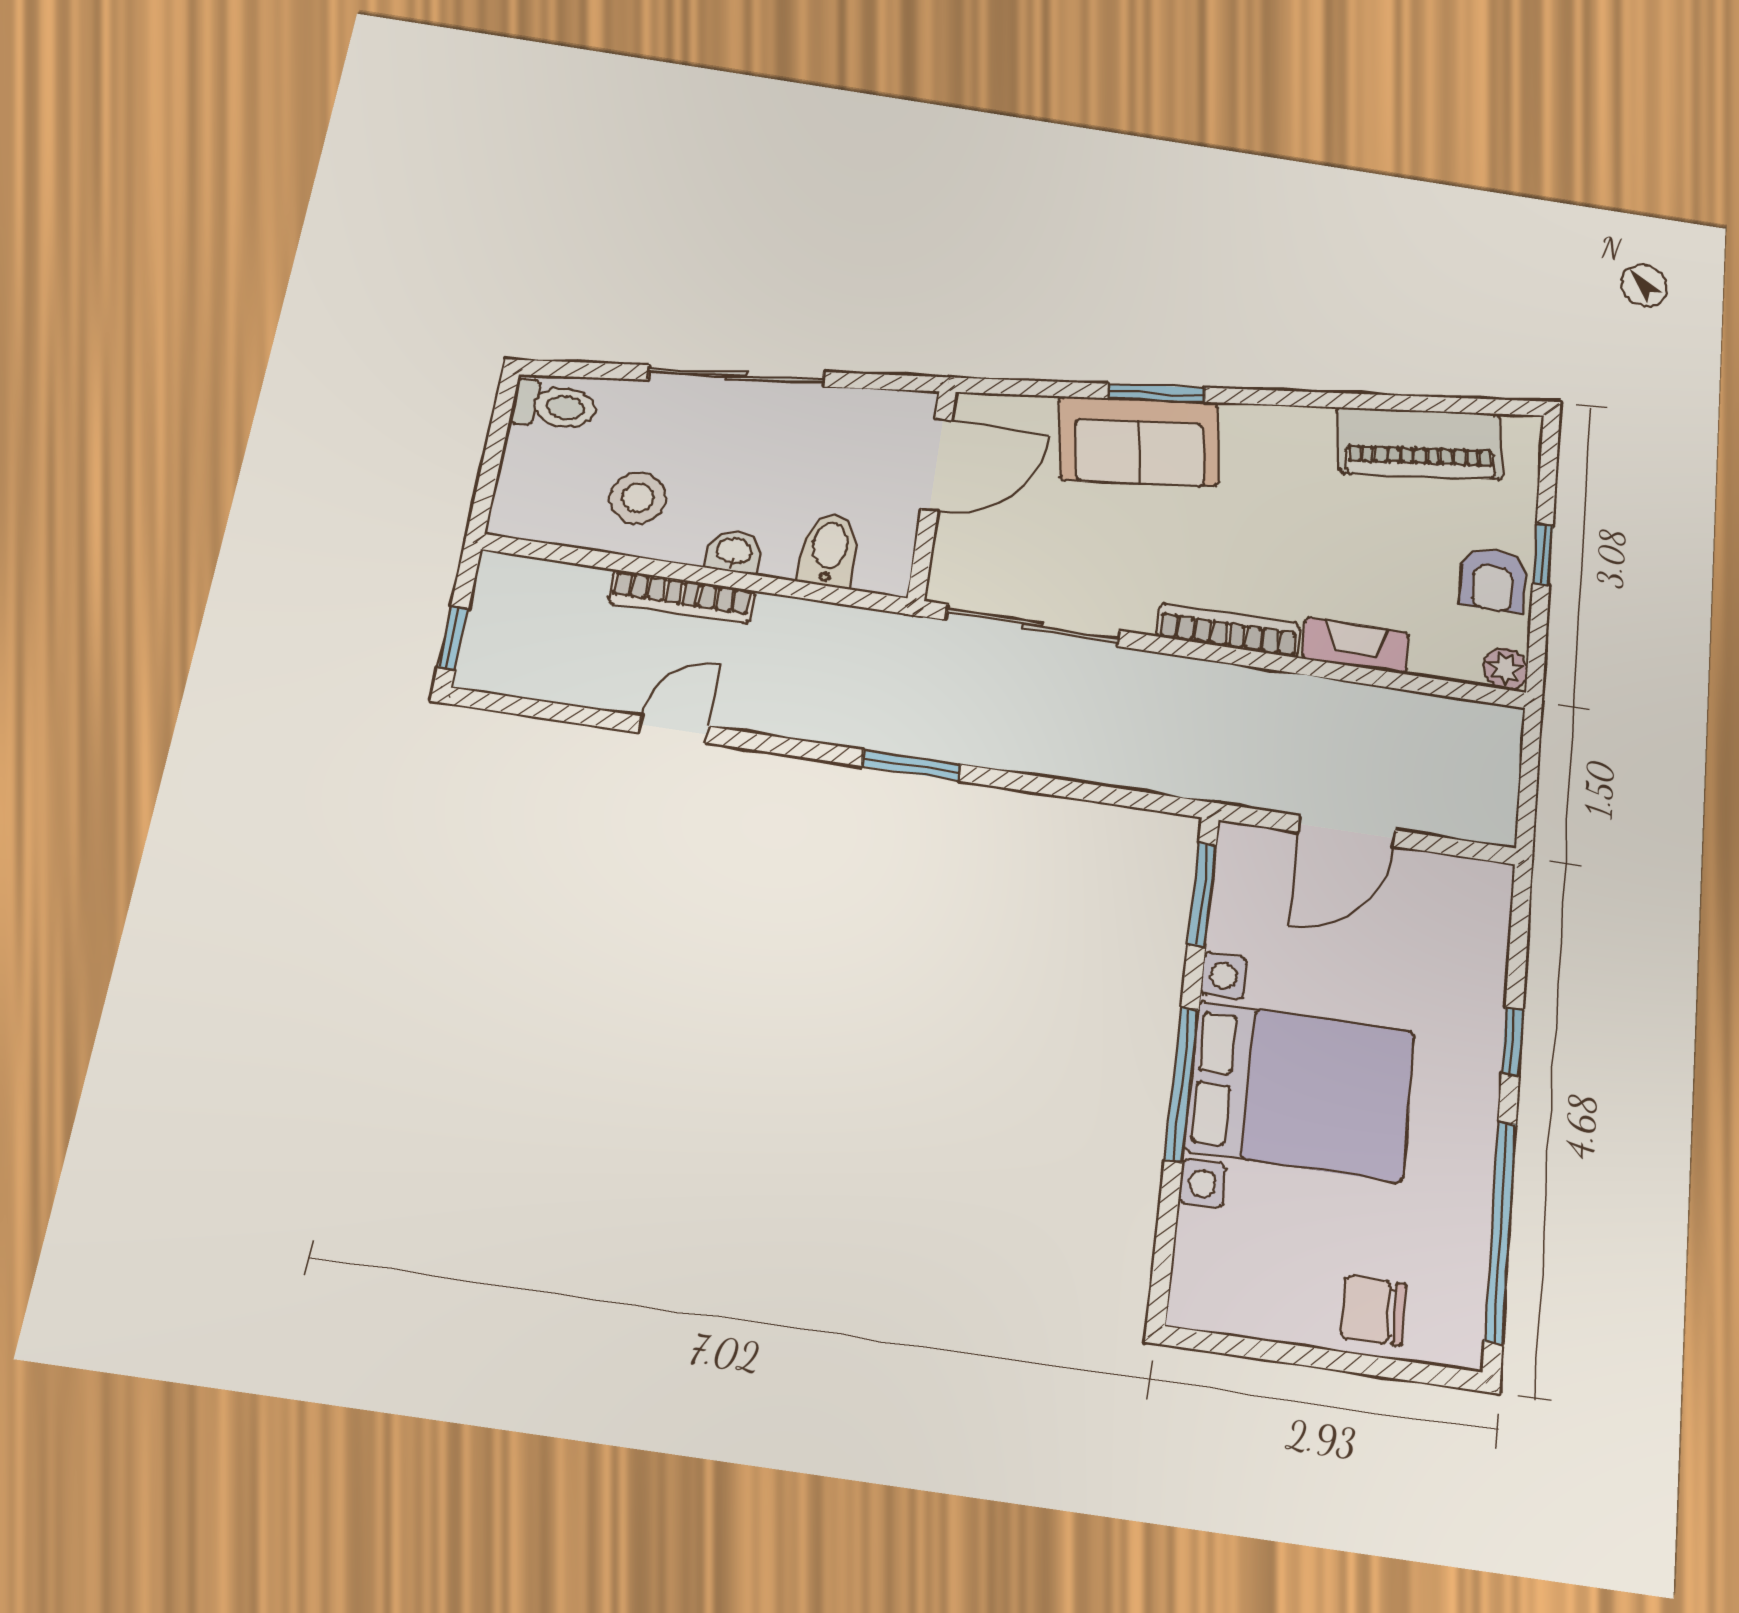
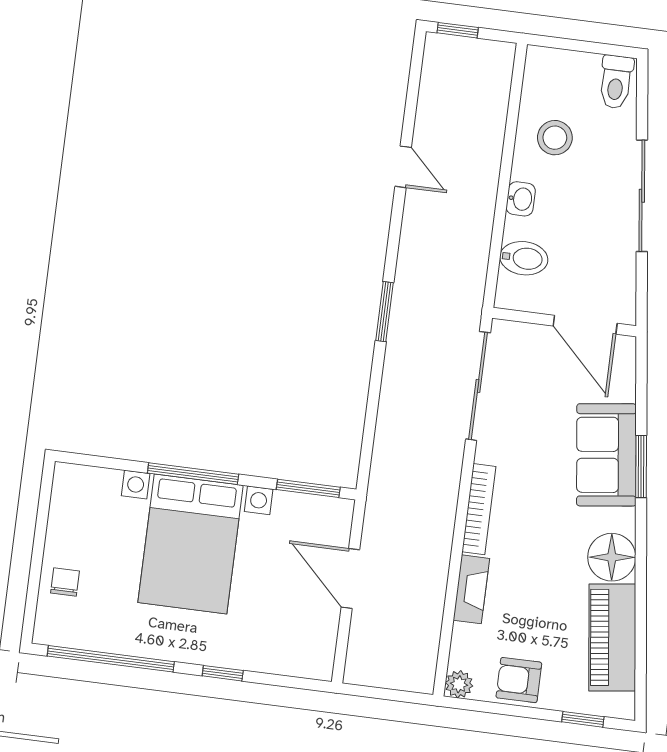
floor lamp: (1297, 439) -> (612, 557), added
window: (1543, 555) -> (583, 719), moved
bookcase: (682, 597) -> (489, 168), removed
chair: (1374, 1311) -> (65, 582), width x0.73, depth x0.73

